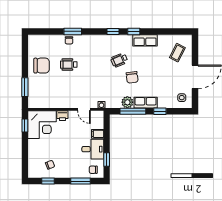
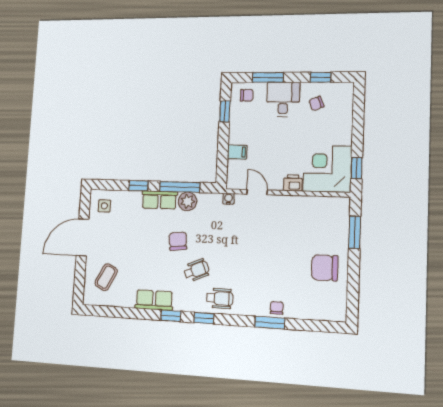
wheelchair: (69, 65) -> (220, 298), moved
desk: (93, 149) -> (283, 99), moved, turned 90

